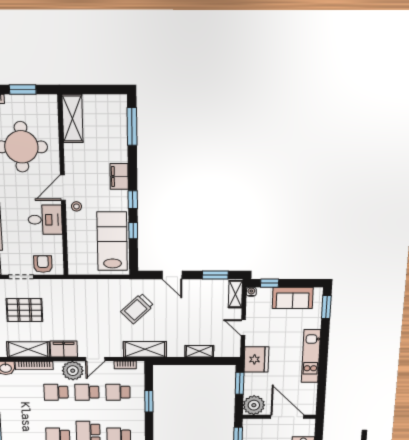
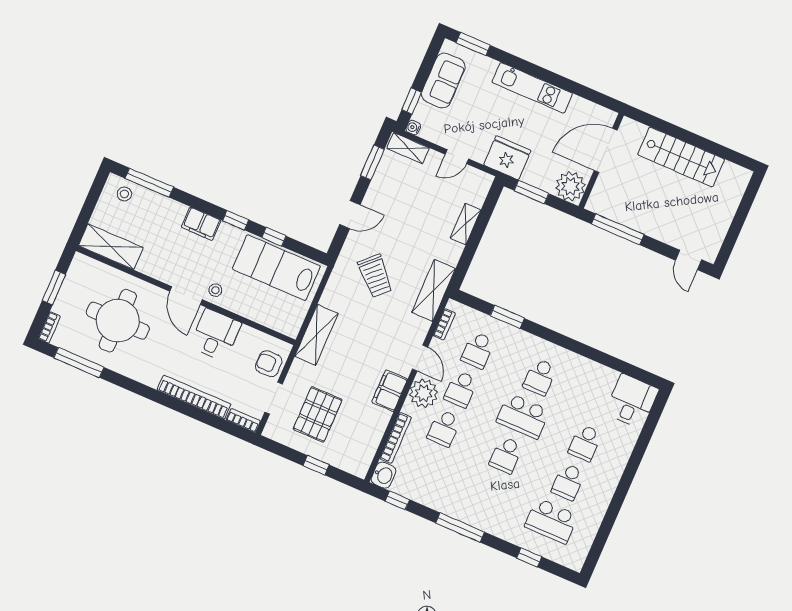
stool: (116, 112) -> (124, 194), added
shelving: (28, 349) -> (316, 335), moved

